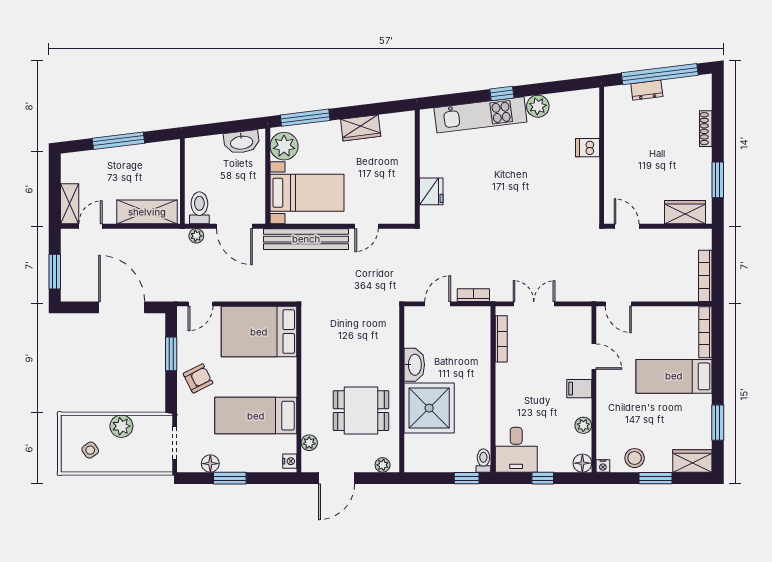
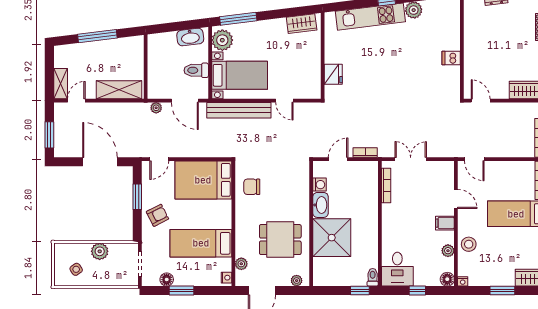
wardrobe: (361, 128) -> (302, 24), moved
dishwasher: (587, 148) -> (451, 58), moved
toilet: (199, 208) -> (196, 70), moved, turned -90
door: (366, 226) -> (284, 101), hinge flipped
washing machine: (413, 338) -> (319, 185), added
chair: (323, 341) -> (252, 187), added
stool: (635, 458) -> (469, 244), moved

